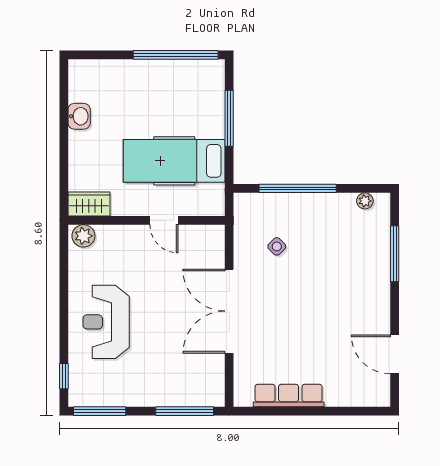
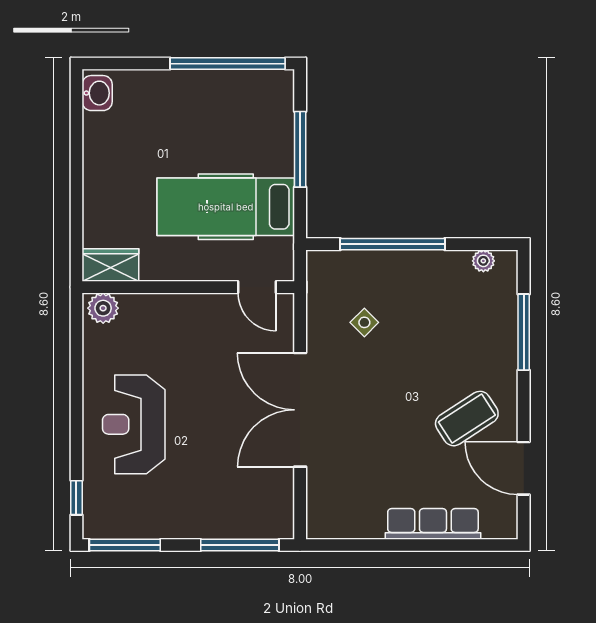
washbasin: (79, 116) -> (97, 93), moved
door: (164, 220) -> (257, 287), moved
coffee table: (353, 318) -> (467, 419), added
row of seats: (289, 396) -> (433, 524), moved

